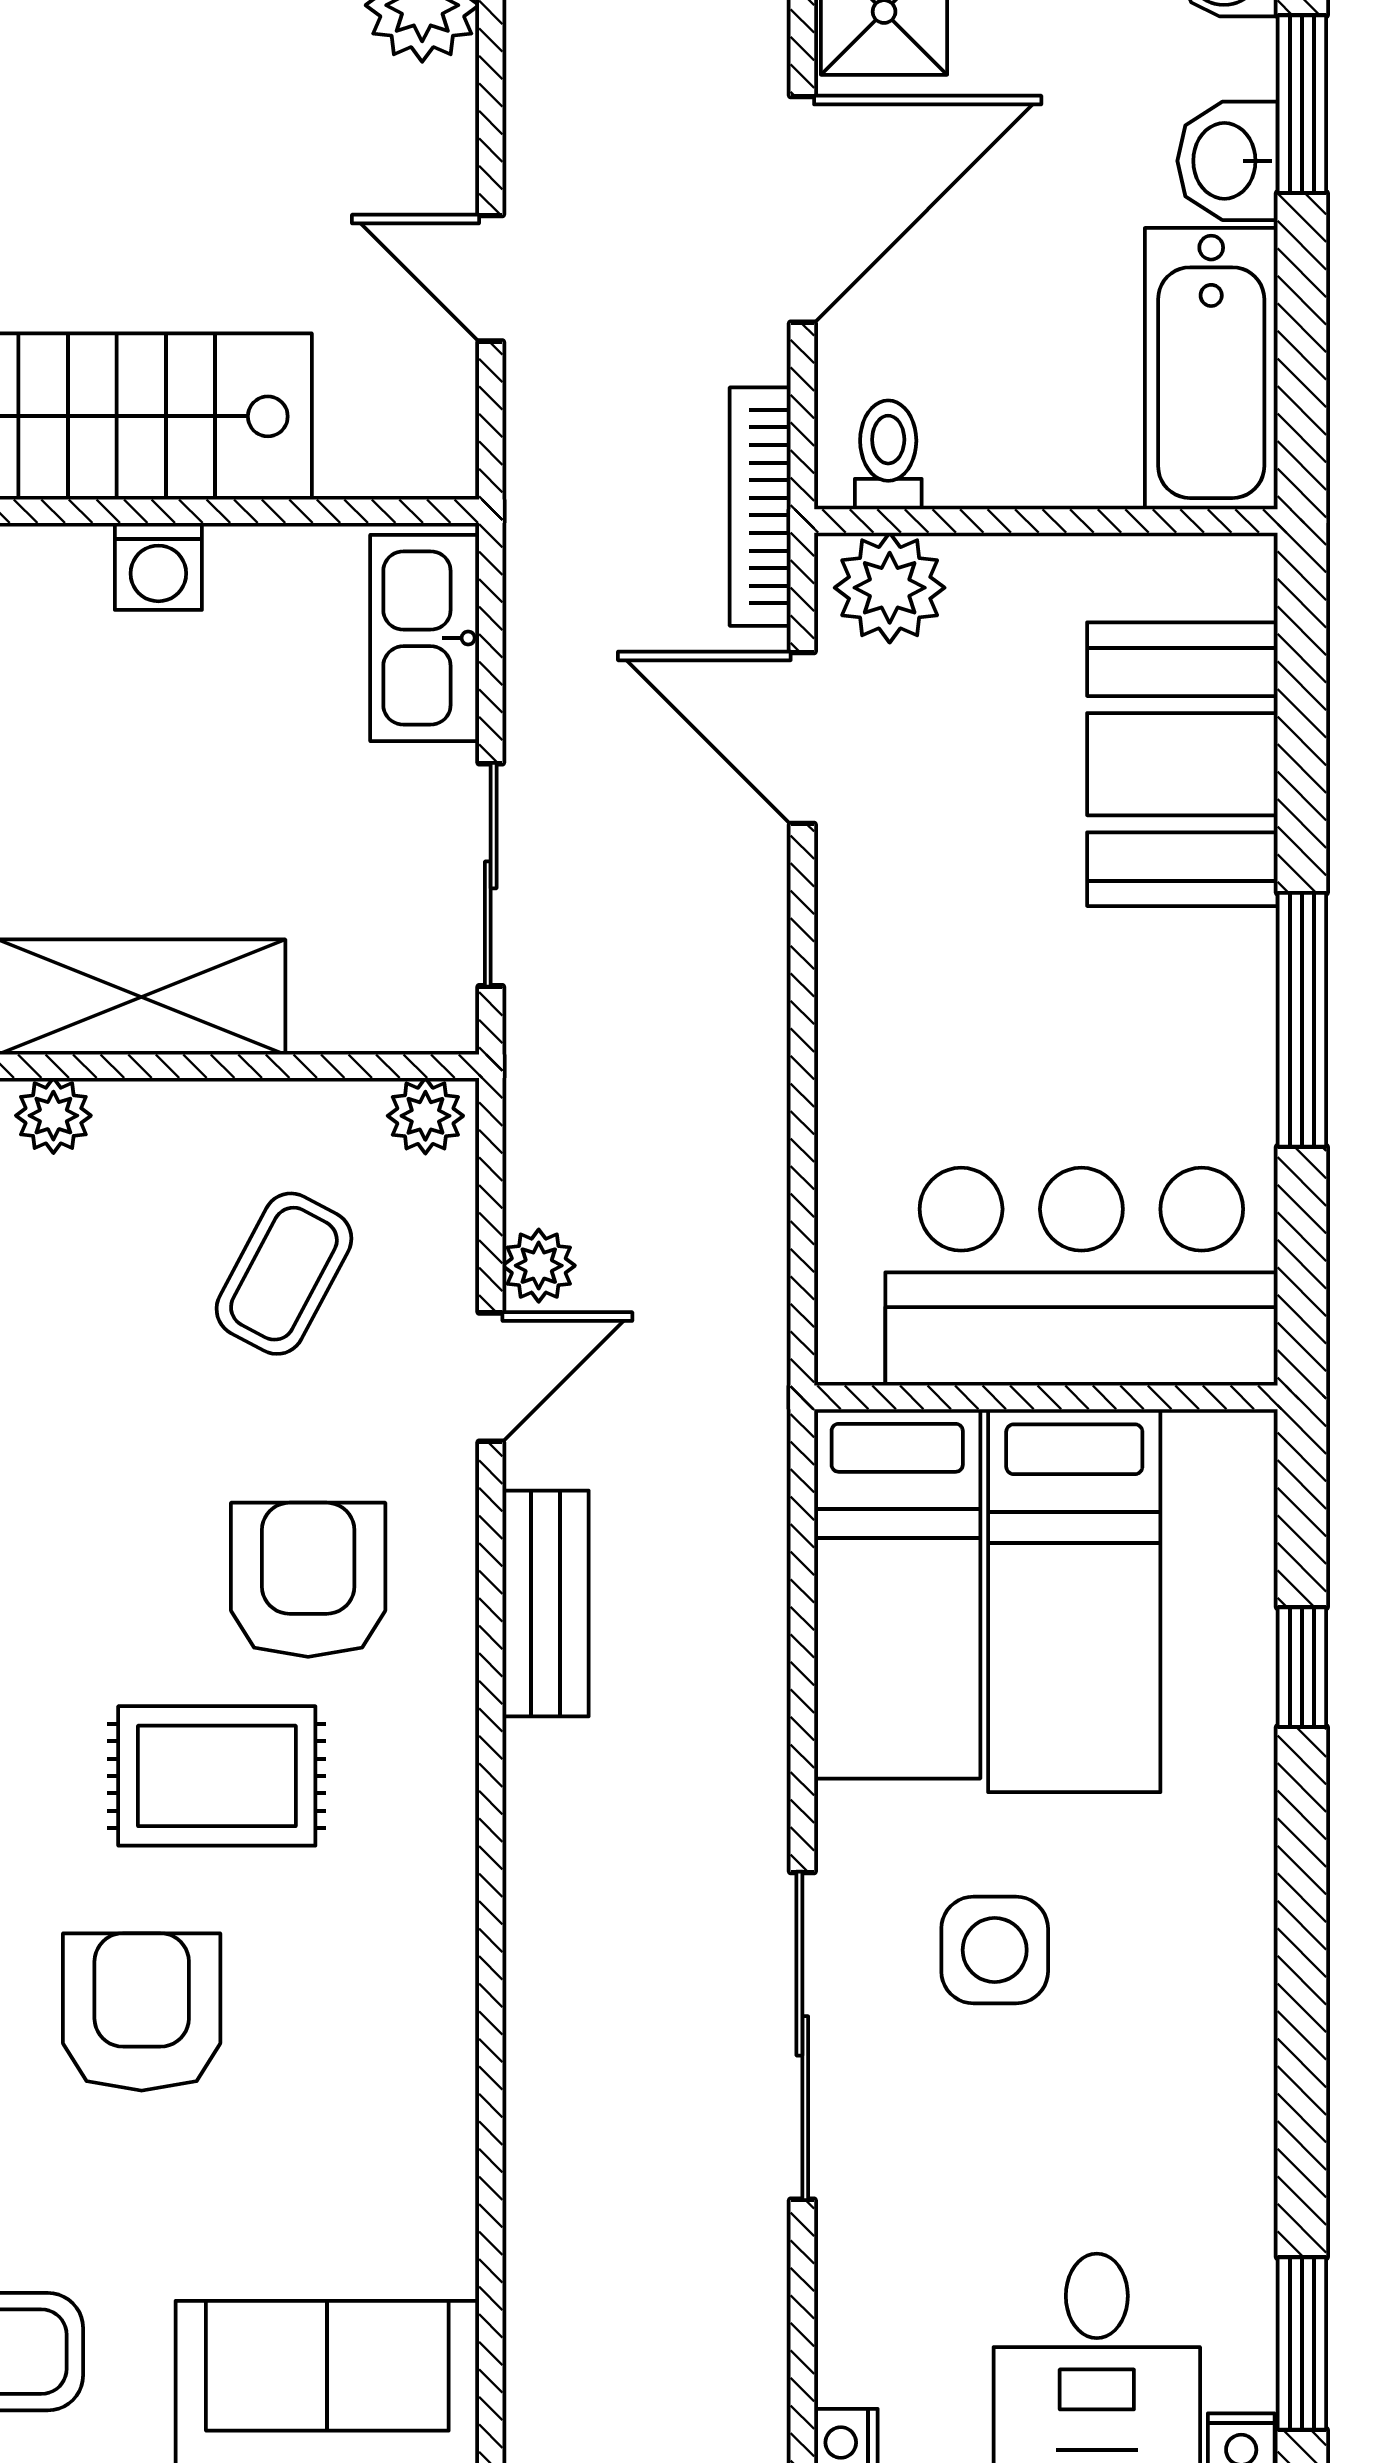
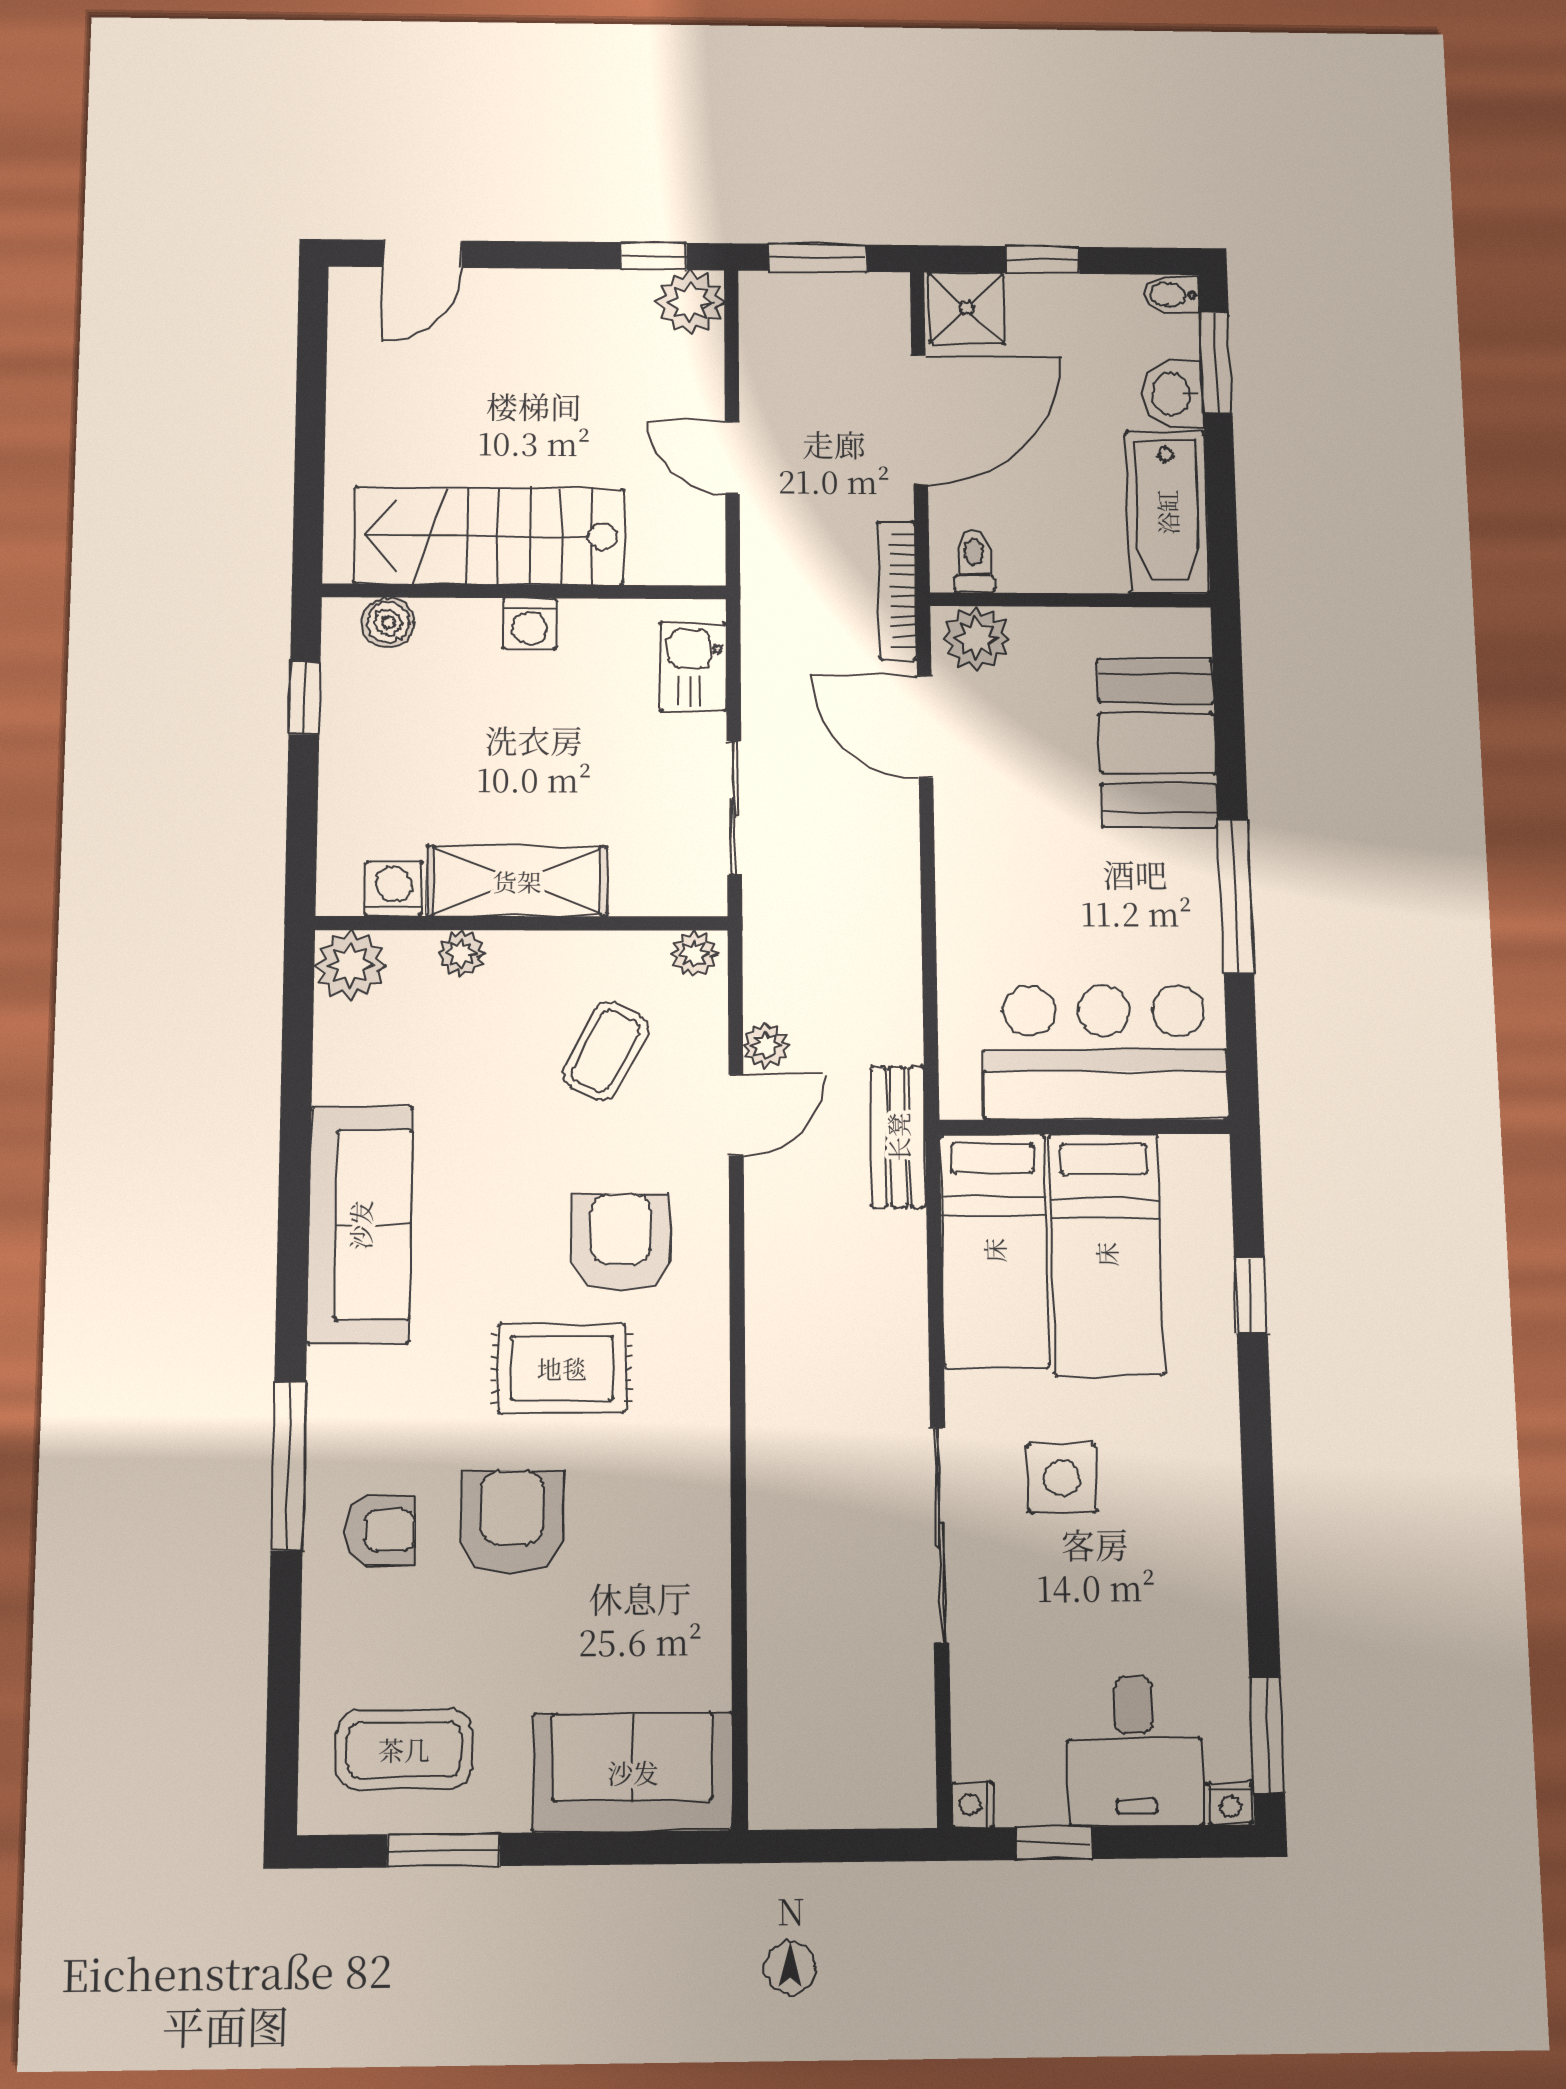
kitchen sink: (425, 638) -> (693, 667), width x0.73
bench: (546, 1603) -> (898, 1137), moved

